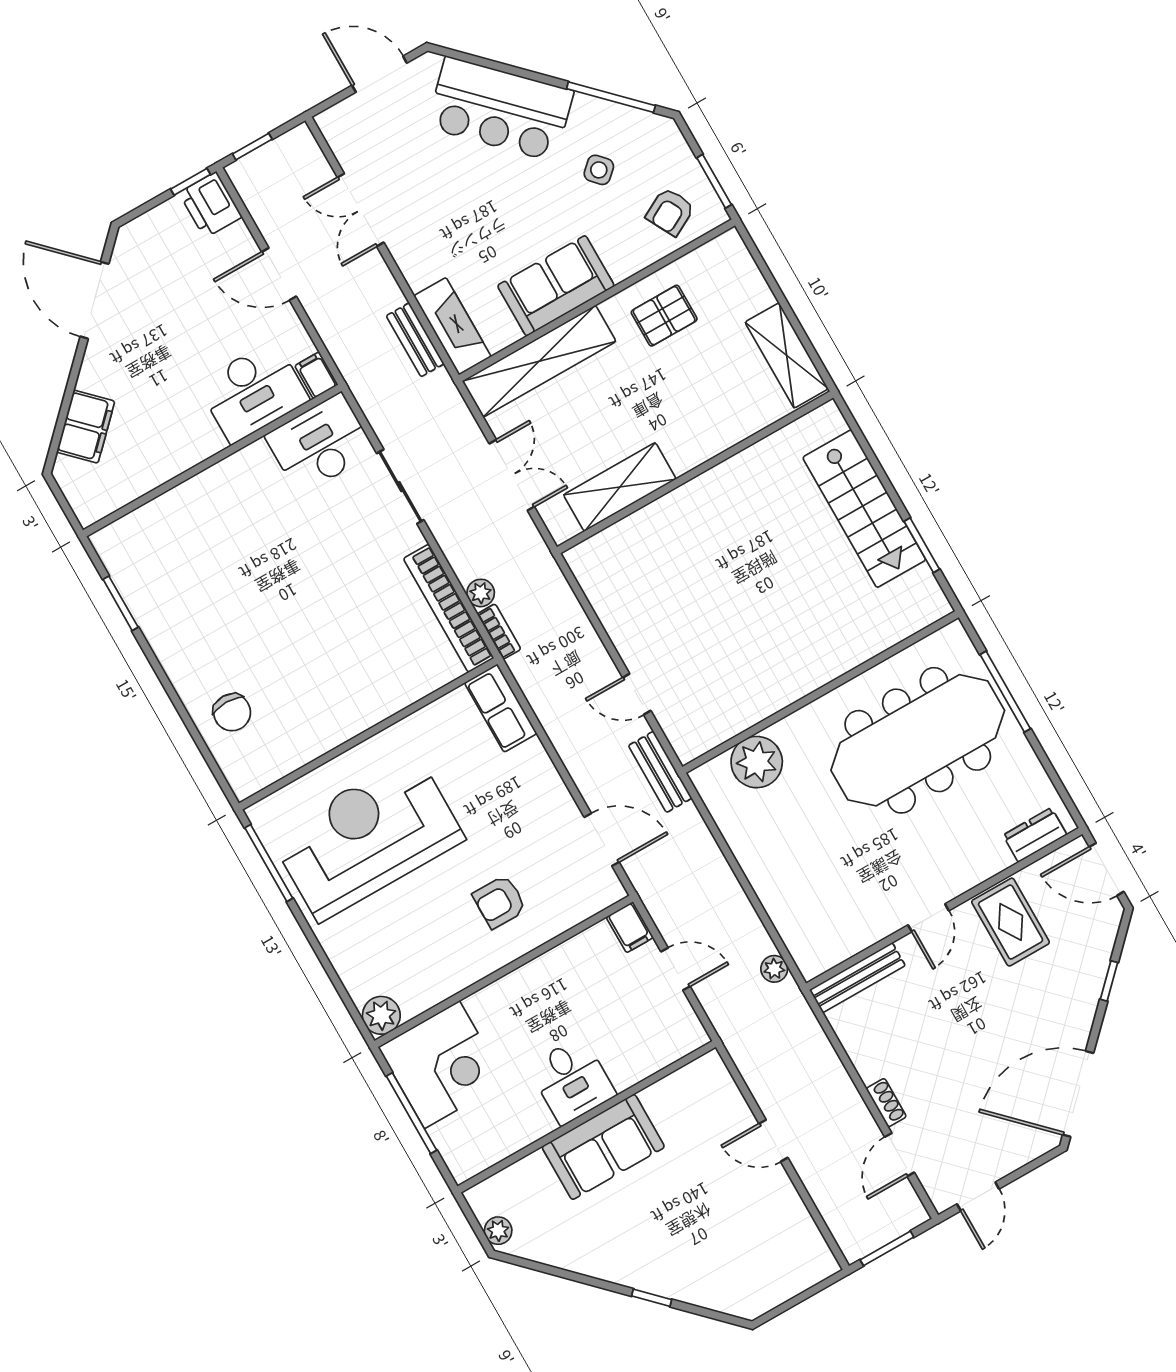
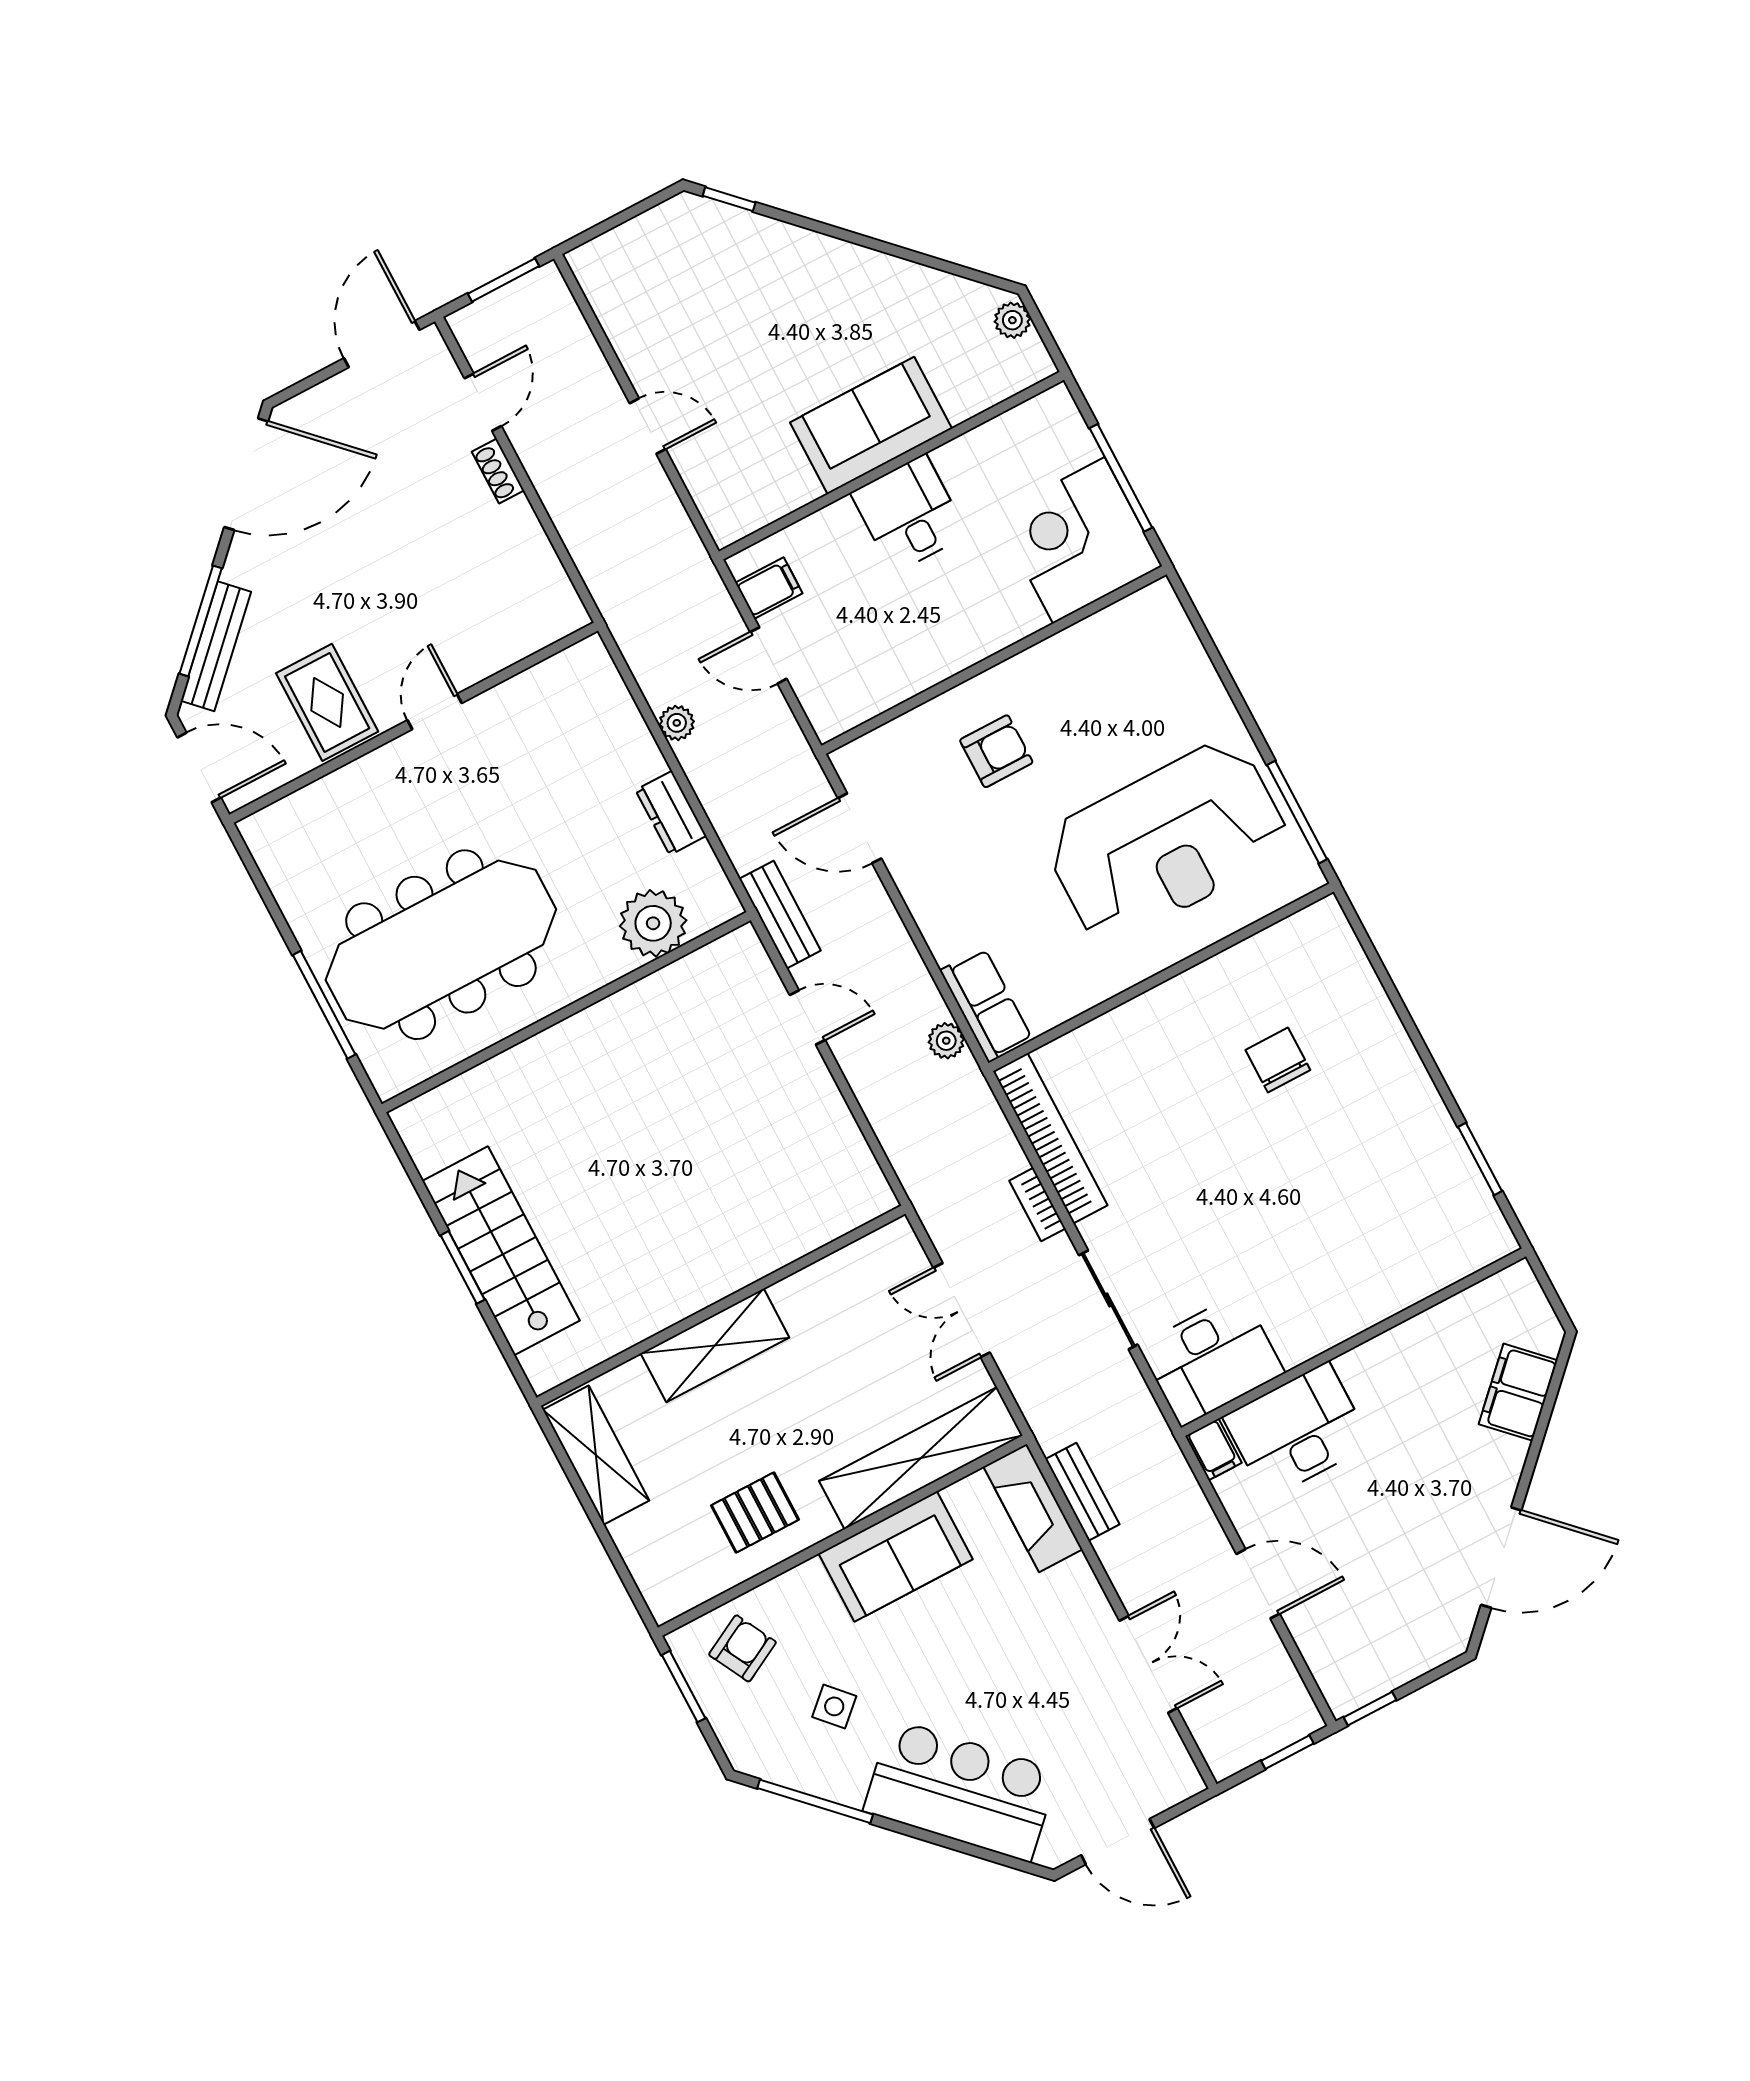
printer: (210, 205) -> (1345, 1678), removed
door: (94, 300) -> (1501, 1558), hinge flipped
shelving: (620, 487) -> (715, 1345), moved
window: (922, 545) -> (463, 1267), moved
plant: (481, 593) -> (946, 1041), moved
bookcase: (499, 632) -> (1037, 1205), moved
chair: (232, 712) -> (1278, 1060), moved
dresser: (1035, 835) -> (671, 813), moved, turned 90
filing cabinet: (630, 927) -> (769, 588), moved, turned 90
plant: (774, 969) -> (677, 723), moved
bench: (857, 978) -> (216, 646), moved, turned -45
window: (1109, 981) -> (201, 621), width x2.17
plant: (381, 1015) -> (1156, 607), removed
door: (978, 1196) -> (382, 344), width x1.38
window: (652, 1298) -> (729, 199), moved

